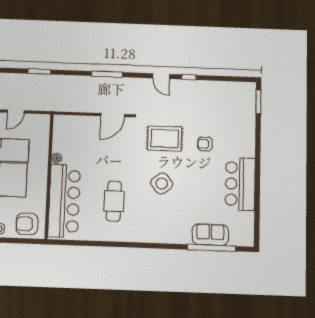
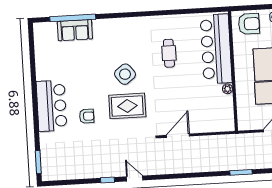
window: (39, 72) -> (241, 172), moved
window: (107, 74) -> (187, 175), removed
rug: (165, 138) -> (127, 106), moved
bar counter: (240, 184) -> (52, 106), moved
cafe table: (114, 201) -> (169, 53), width x0.73, depth x0.74

